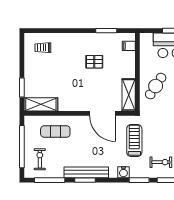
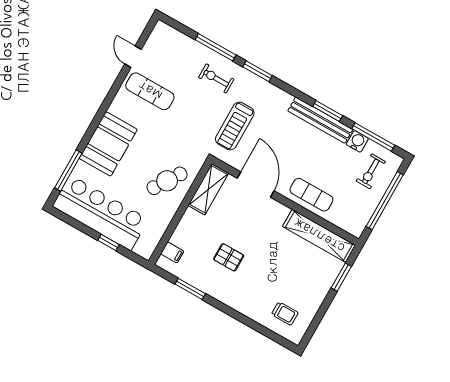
shelving: (41, 104) -> (319, 236), width x1.47
exercise mat: (55, 131) -> (311, 195), moved
water cooler: (123, 172) -> (357, 141), moved

